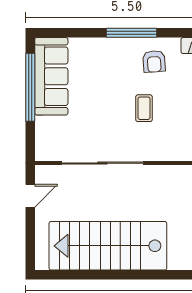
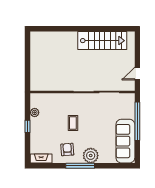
plant: (113, 51) -> (91, 156), added
window: (30, 87) -> (137, 121), moved
stairs: (108, 246) -> (102, 41), width x0.73, depth x0.66

